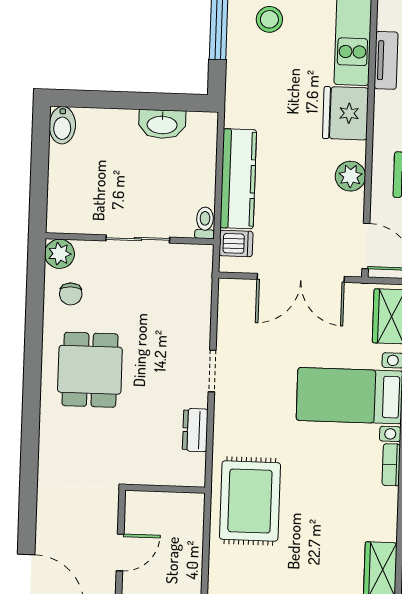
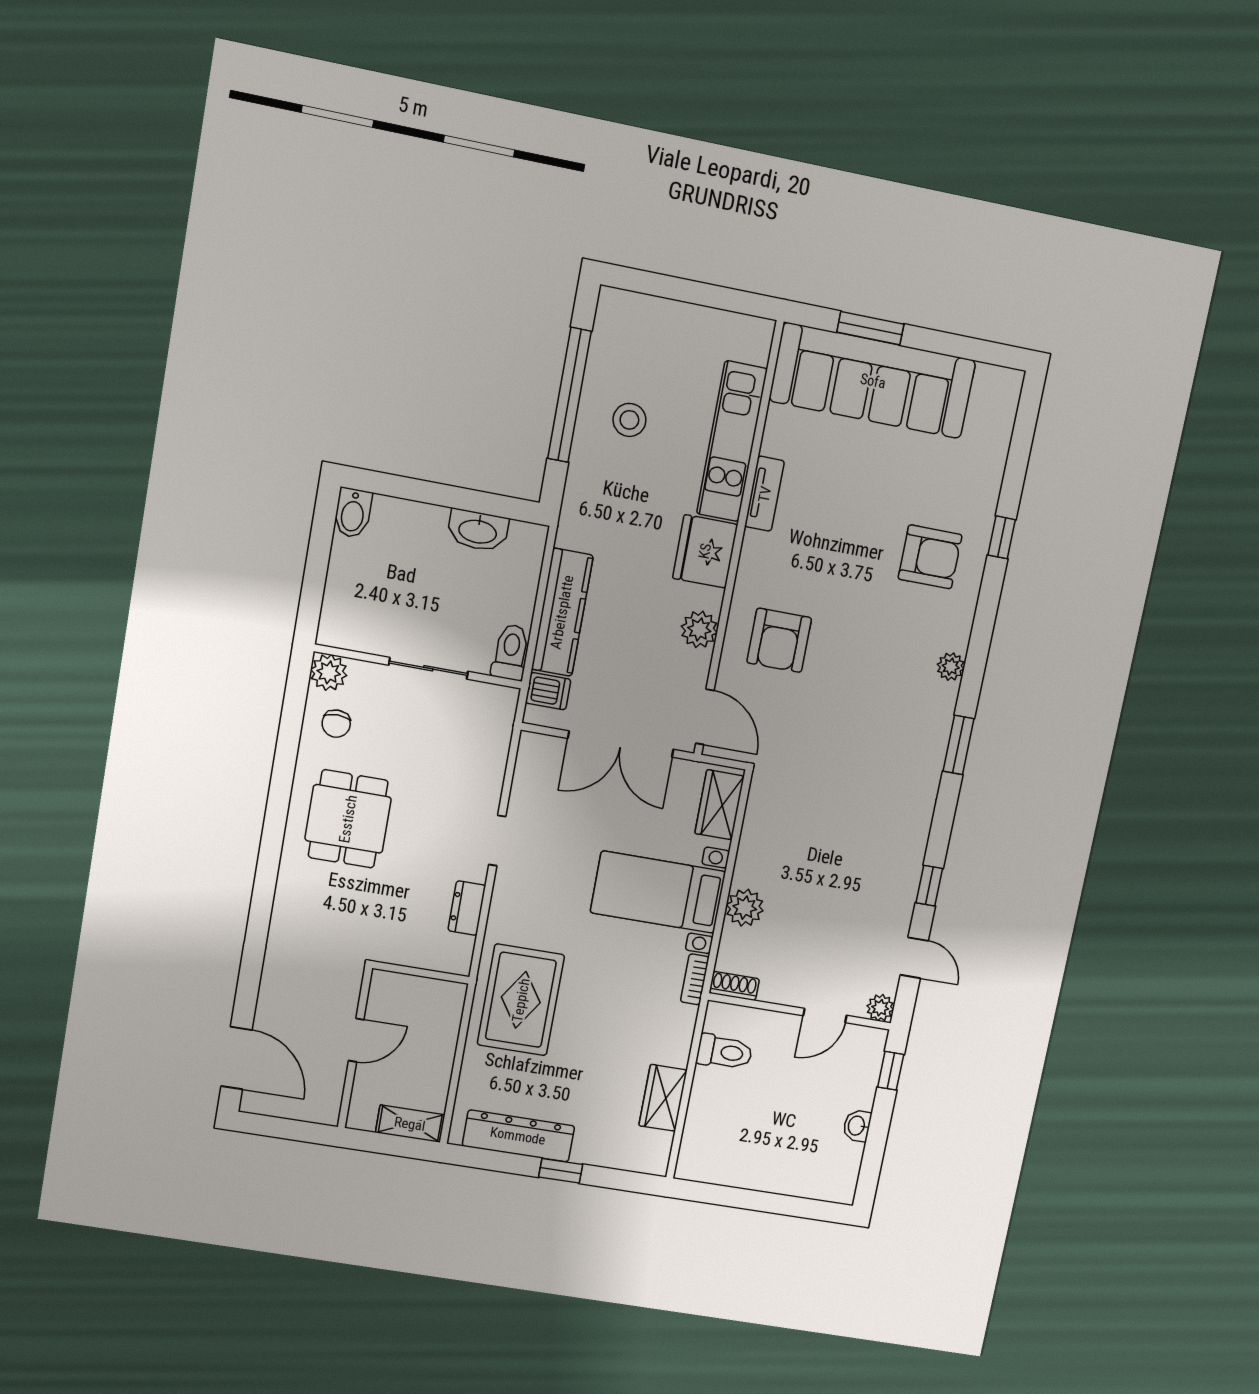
toilet: (205, 223) -> (511, 652), width x1.37, depth x1.39

